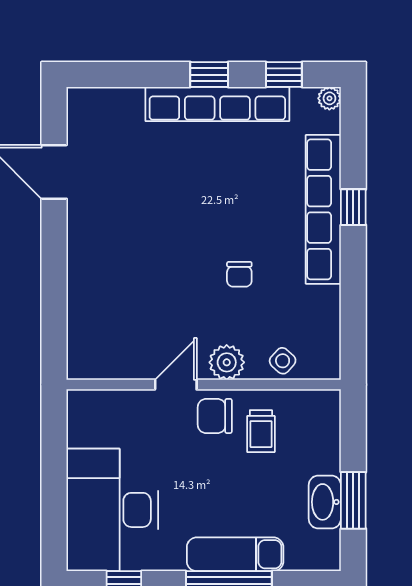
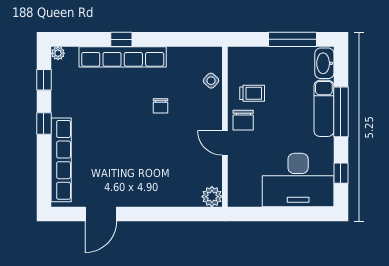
row of seats: (217, 104) -> (61, 160), moved
chair: (239, 274) -> (161, 106), turned 90
plant: (227, 362) -> (212, 197), moved
window: (353, 500) -> (292, 39), width x1.44
washbasin: (325, 502) -> (324, 63), moved, turned 90

